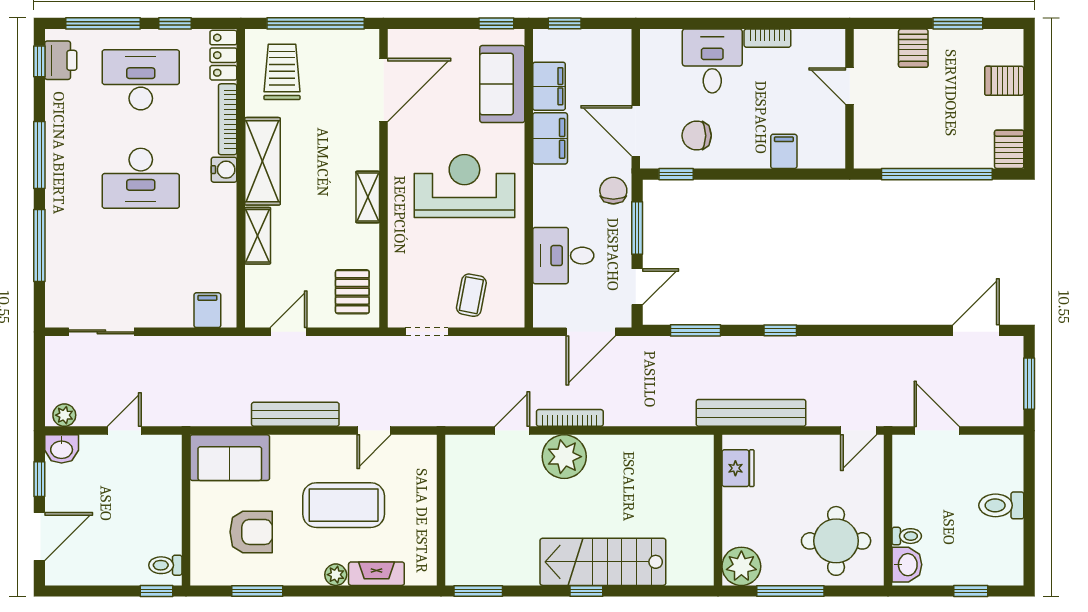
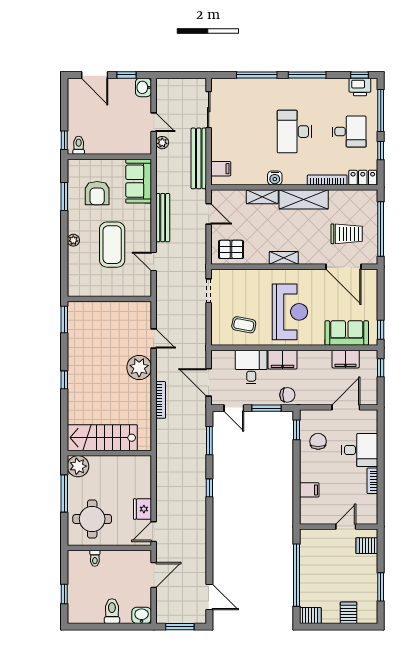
server rack: (913, 48) -> (367, 546), moved
trolley: (282, 72) -> (347, 234), moved
desk: (141, 80) -> (349, 132), width x0.73
door: (636, 131) -> (346, 407), moved
filing cabinet: (550, 138) -> (282, 360), moved
water cooler: (224, 170) -> (275, 178), moved
coffee table: (471, 295) -> (244, 325), moved
bench: (751, 413) -> (199, 158), moved
plant: (64, 415) -> (162, 143), moved
bookcase: (570, 418) -> (161, 400), moved
door: (859, 431) -> (154, 532), hinge flipped
fridge: (738, 468) -> (142, 509), moved, turned 90
stairs: (603, 562) -> (102, 438), moved, turned -90
washbasin: (907, 565) -> (142, 615), moved, turned 180
fireplace: (376, 574) -> (74, 263), removed

